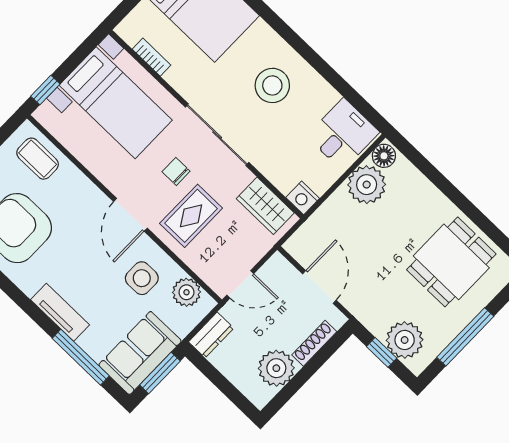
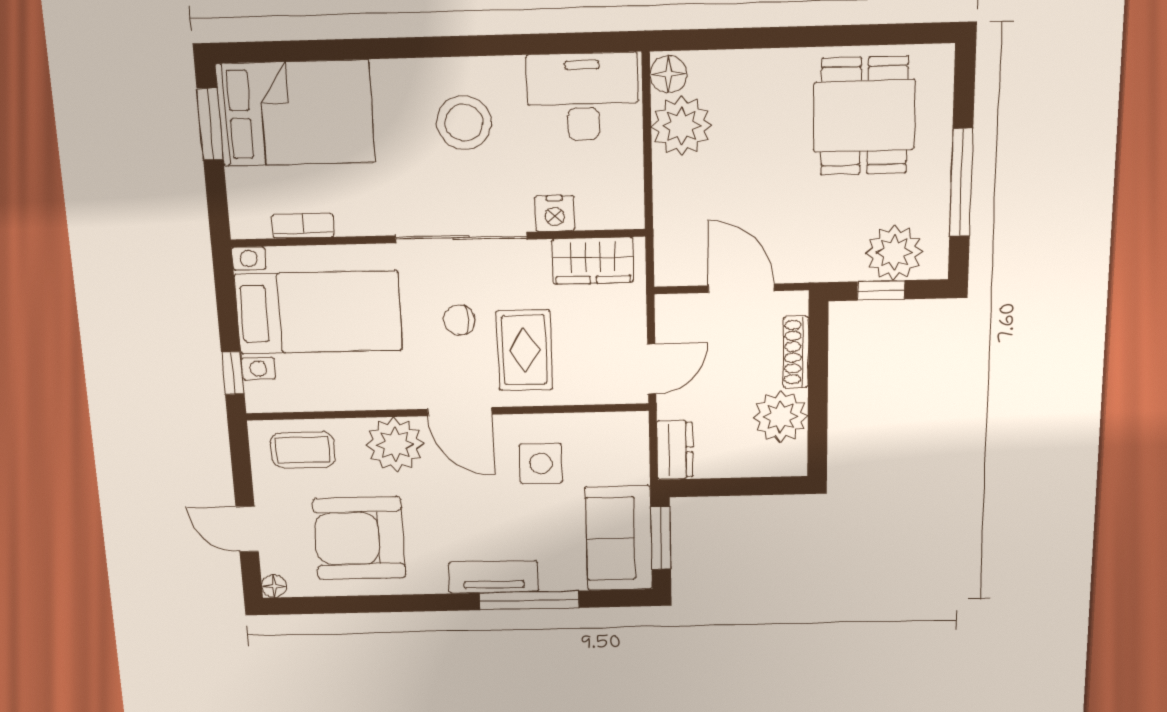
desk: (343, 134) -> (583, 97), width x1.37
nightstand: (303, 198) -> (555, 213), moved
plant: (186, 292) -> (395, 445), moved, width x1.36, depth x1.36
window: (81, 357) -> (529, 600), moved

